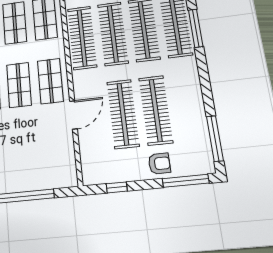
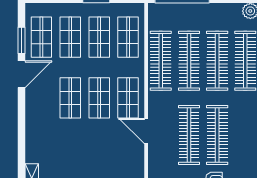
door: (73, 115) -> (146, 131), swing flipped

